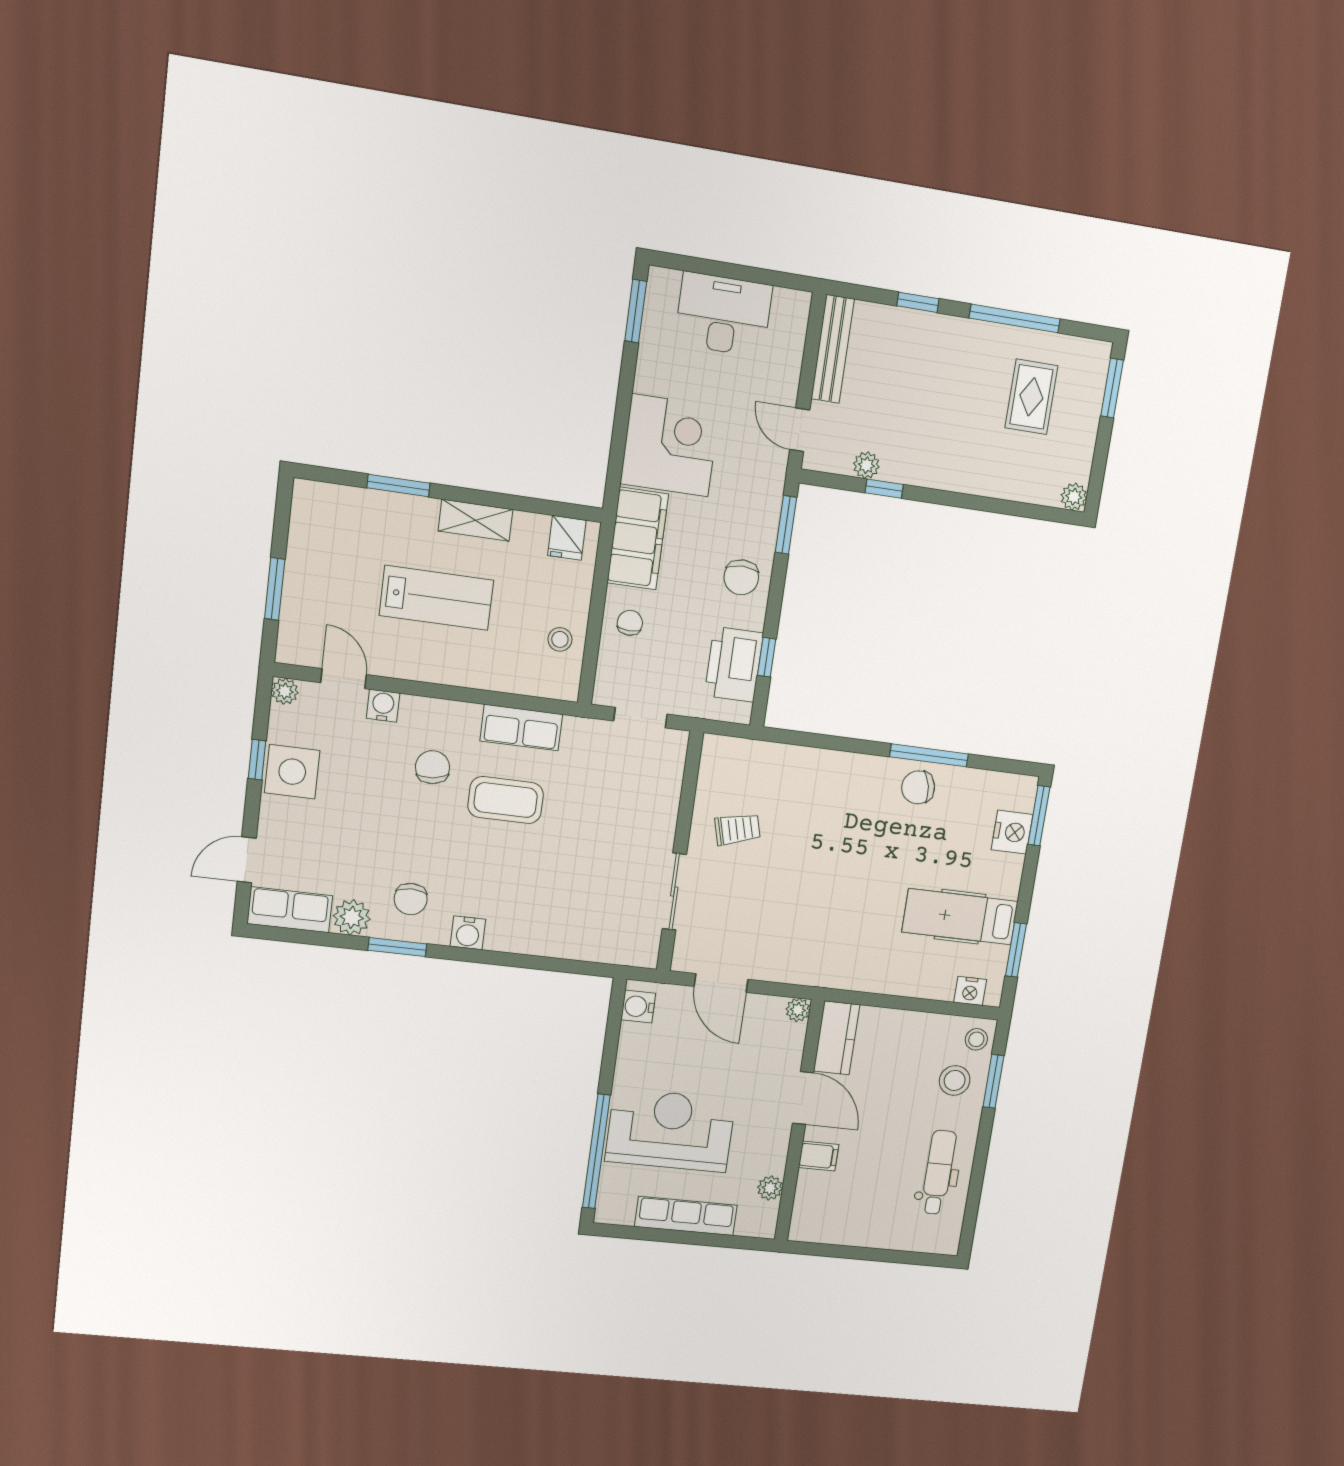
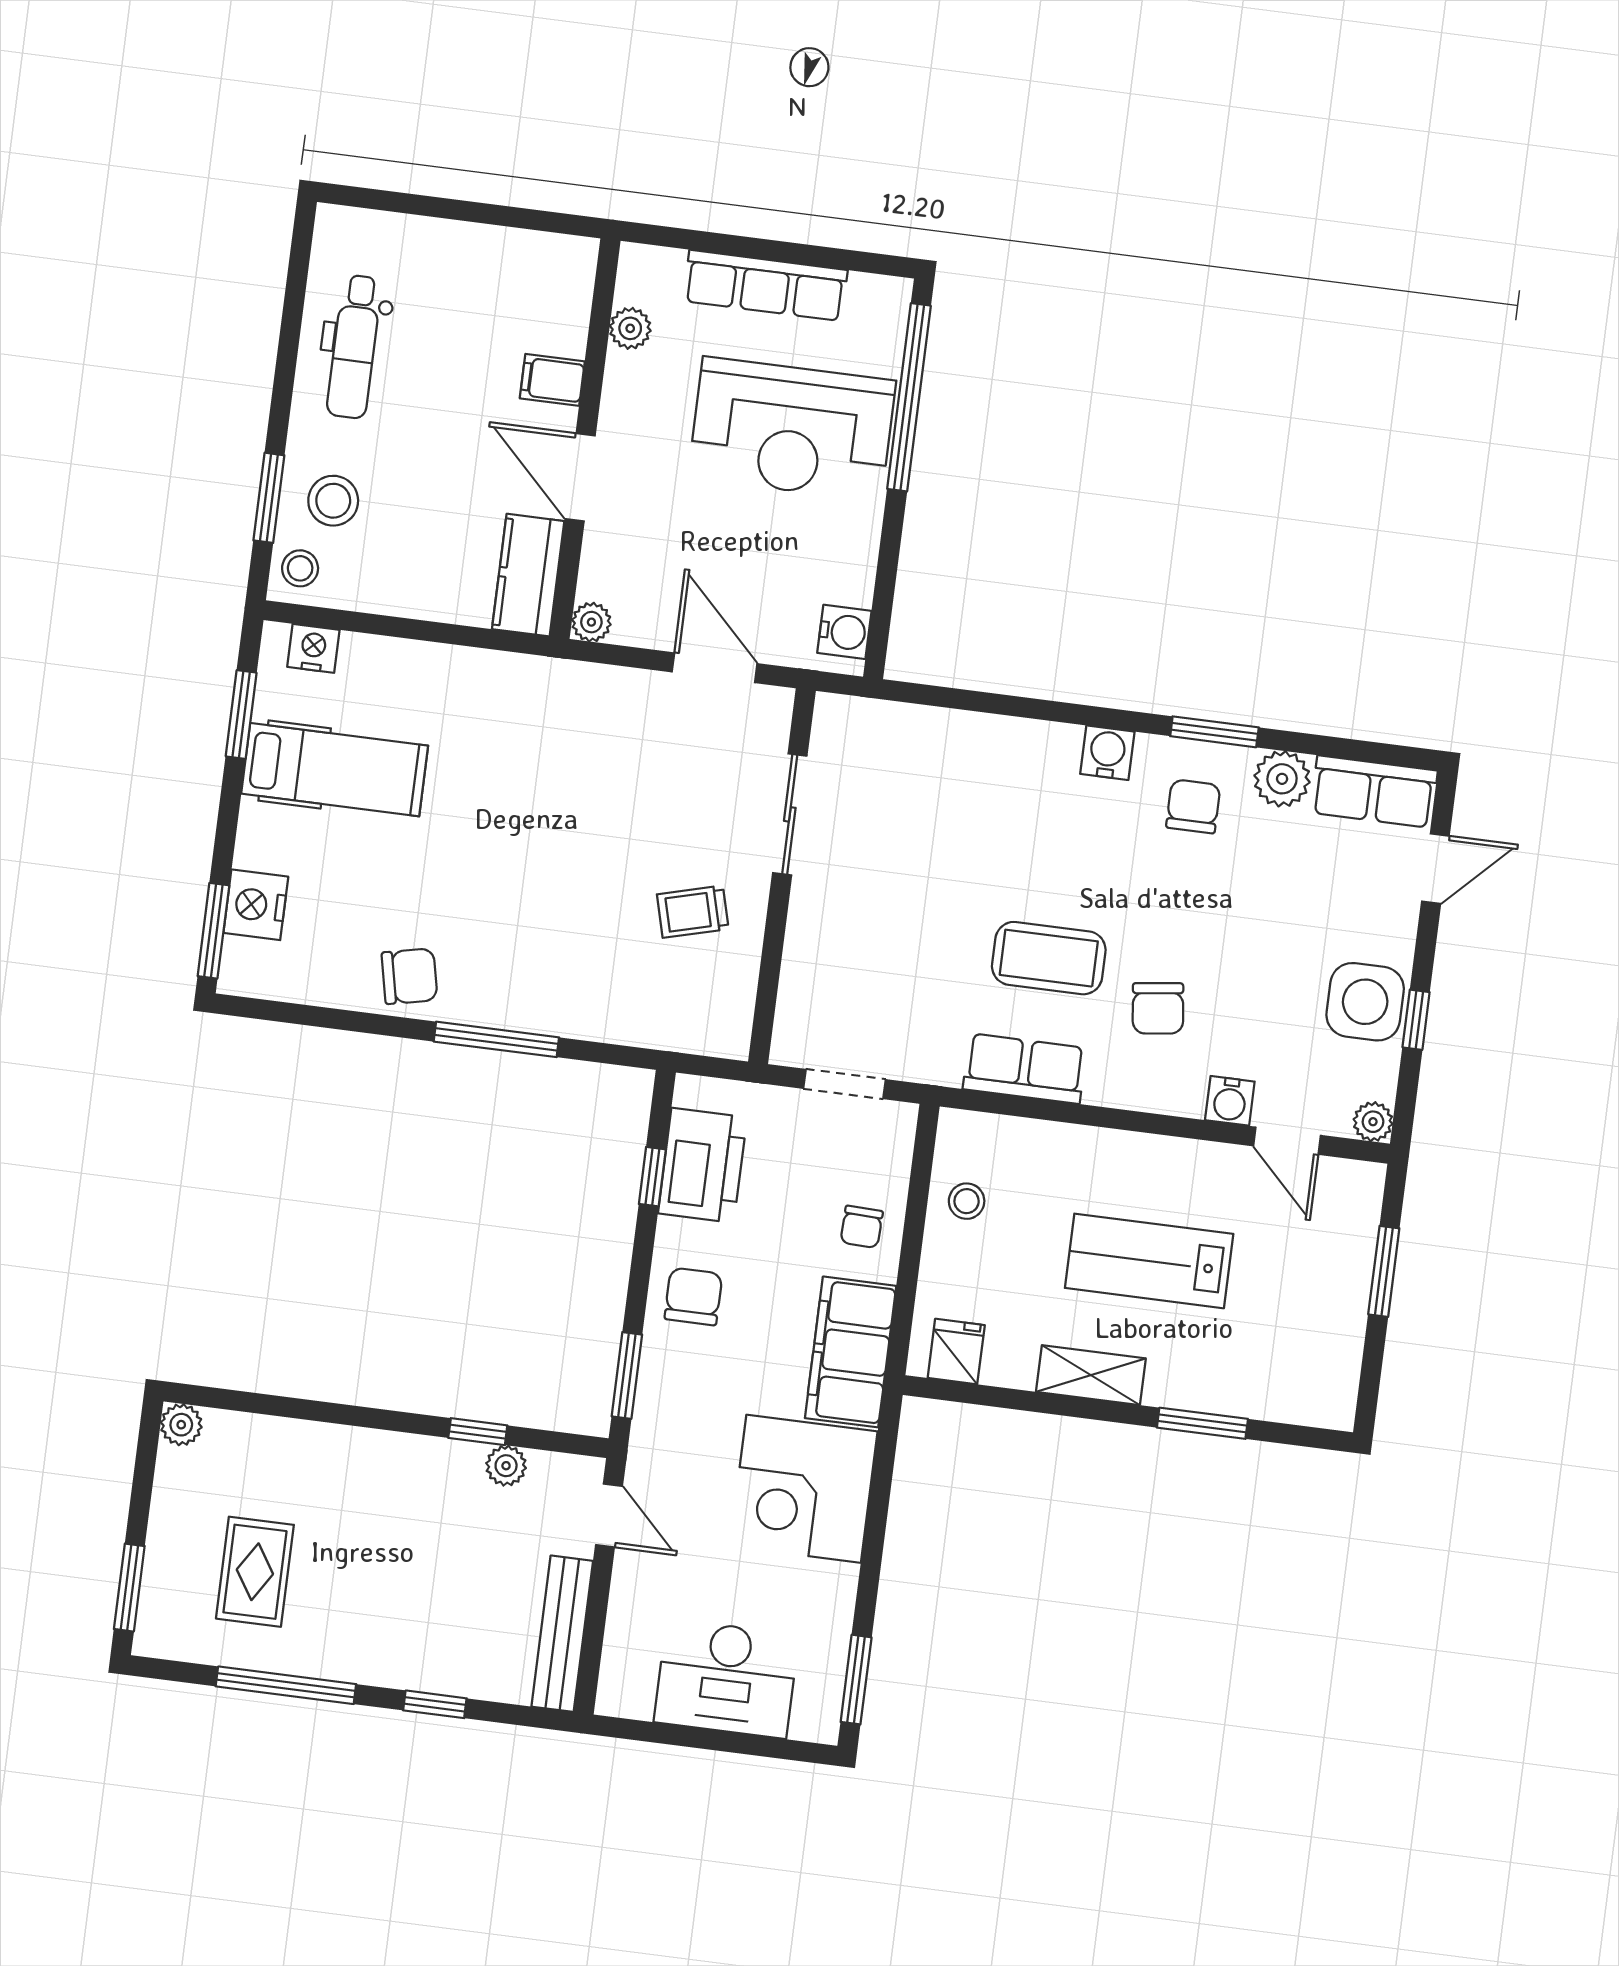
window: (929, 755) -> (496, 1039), moved

